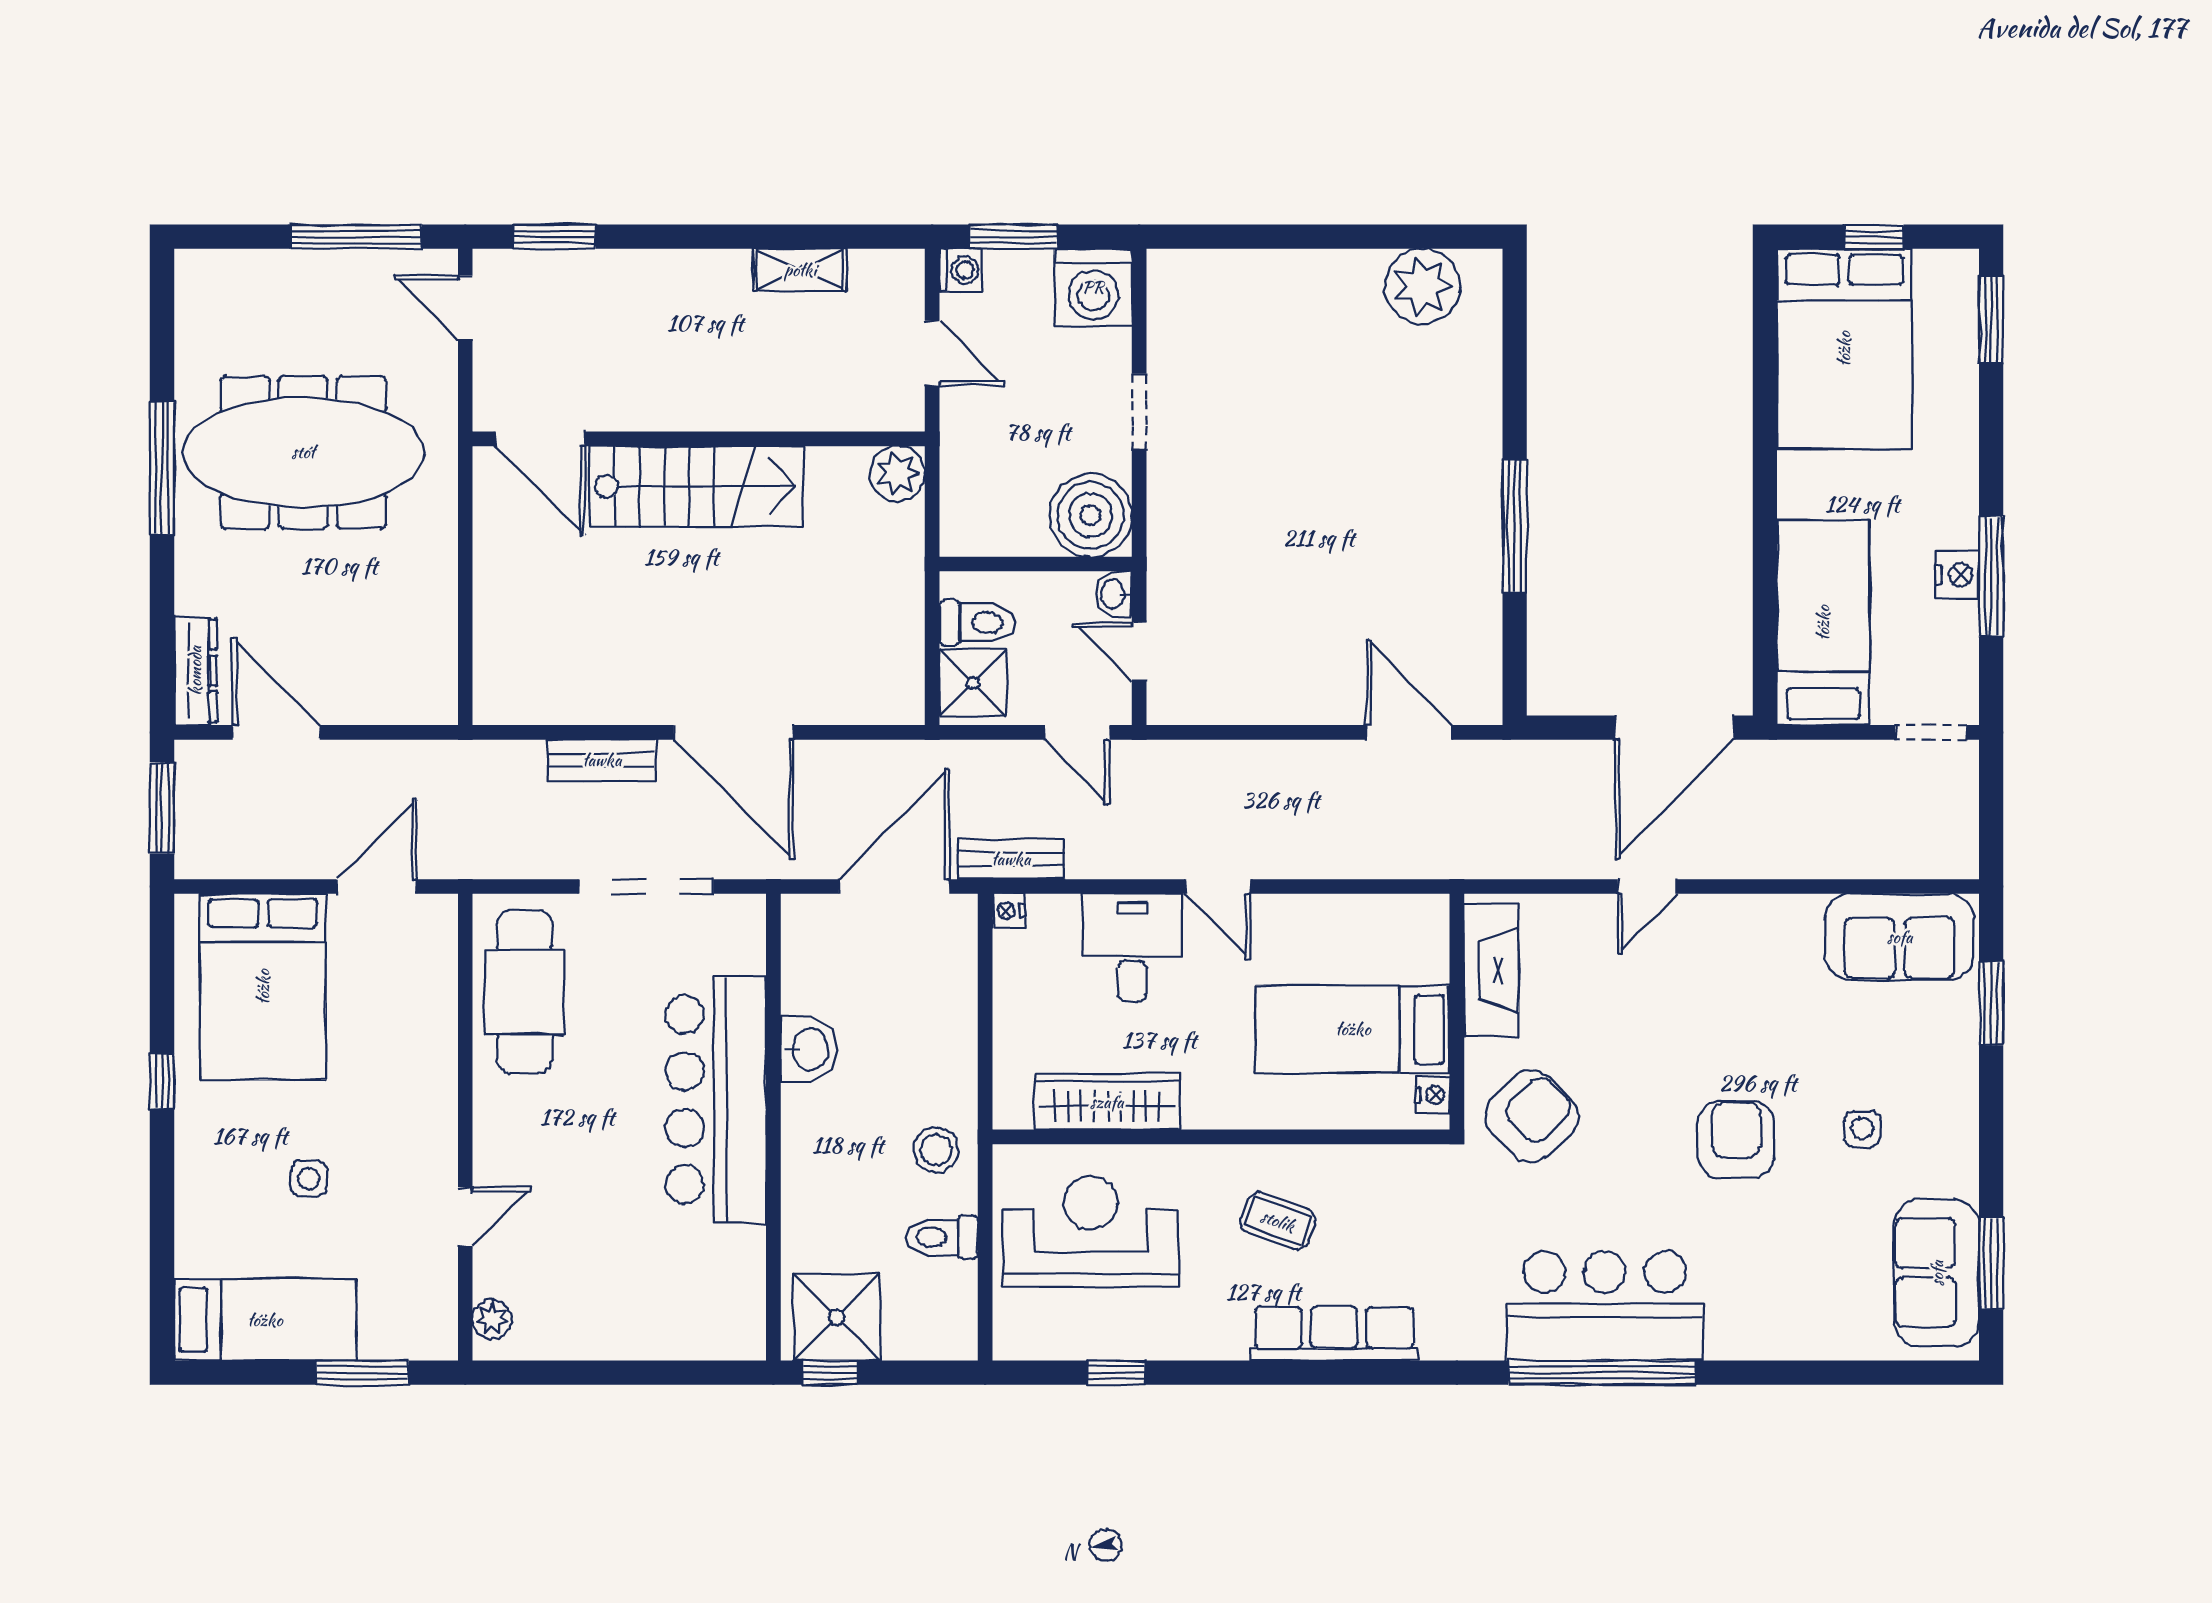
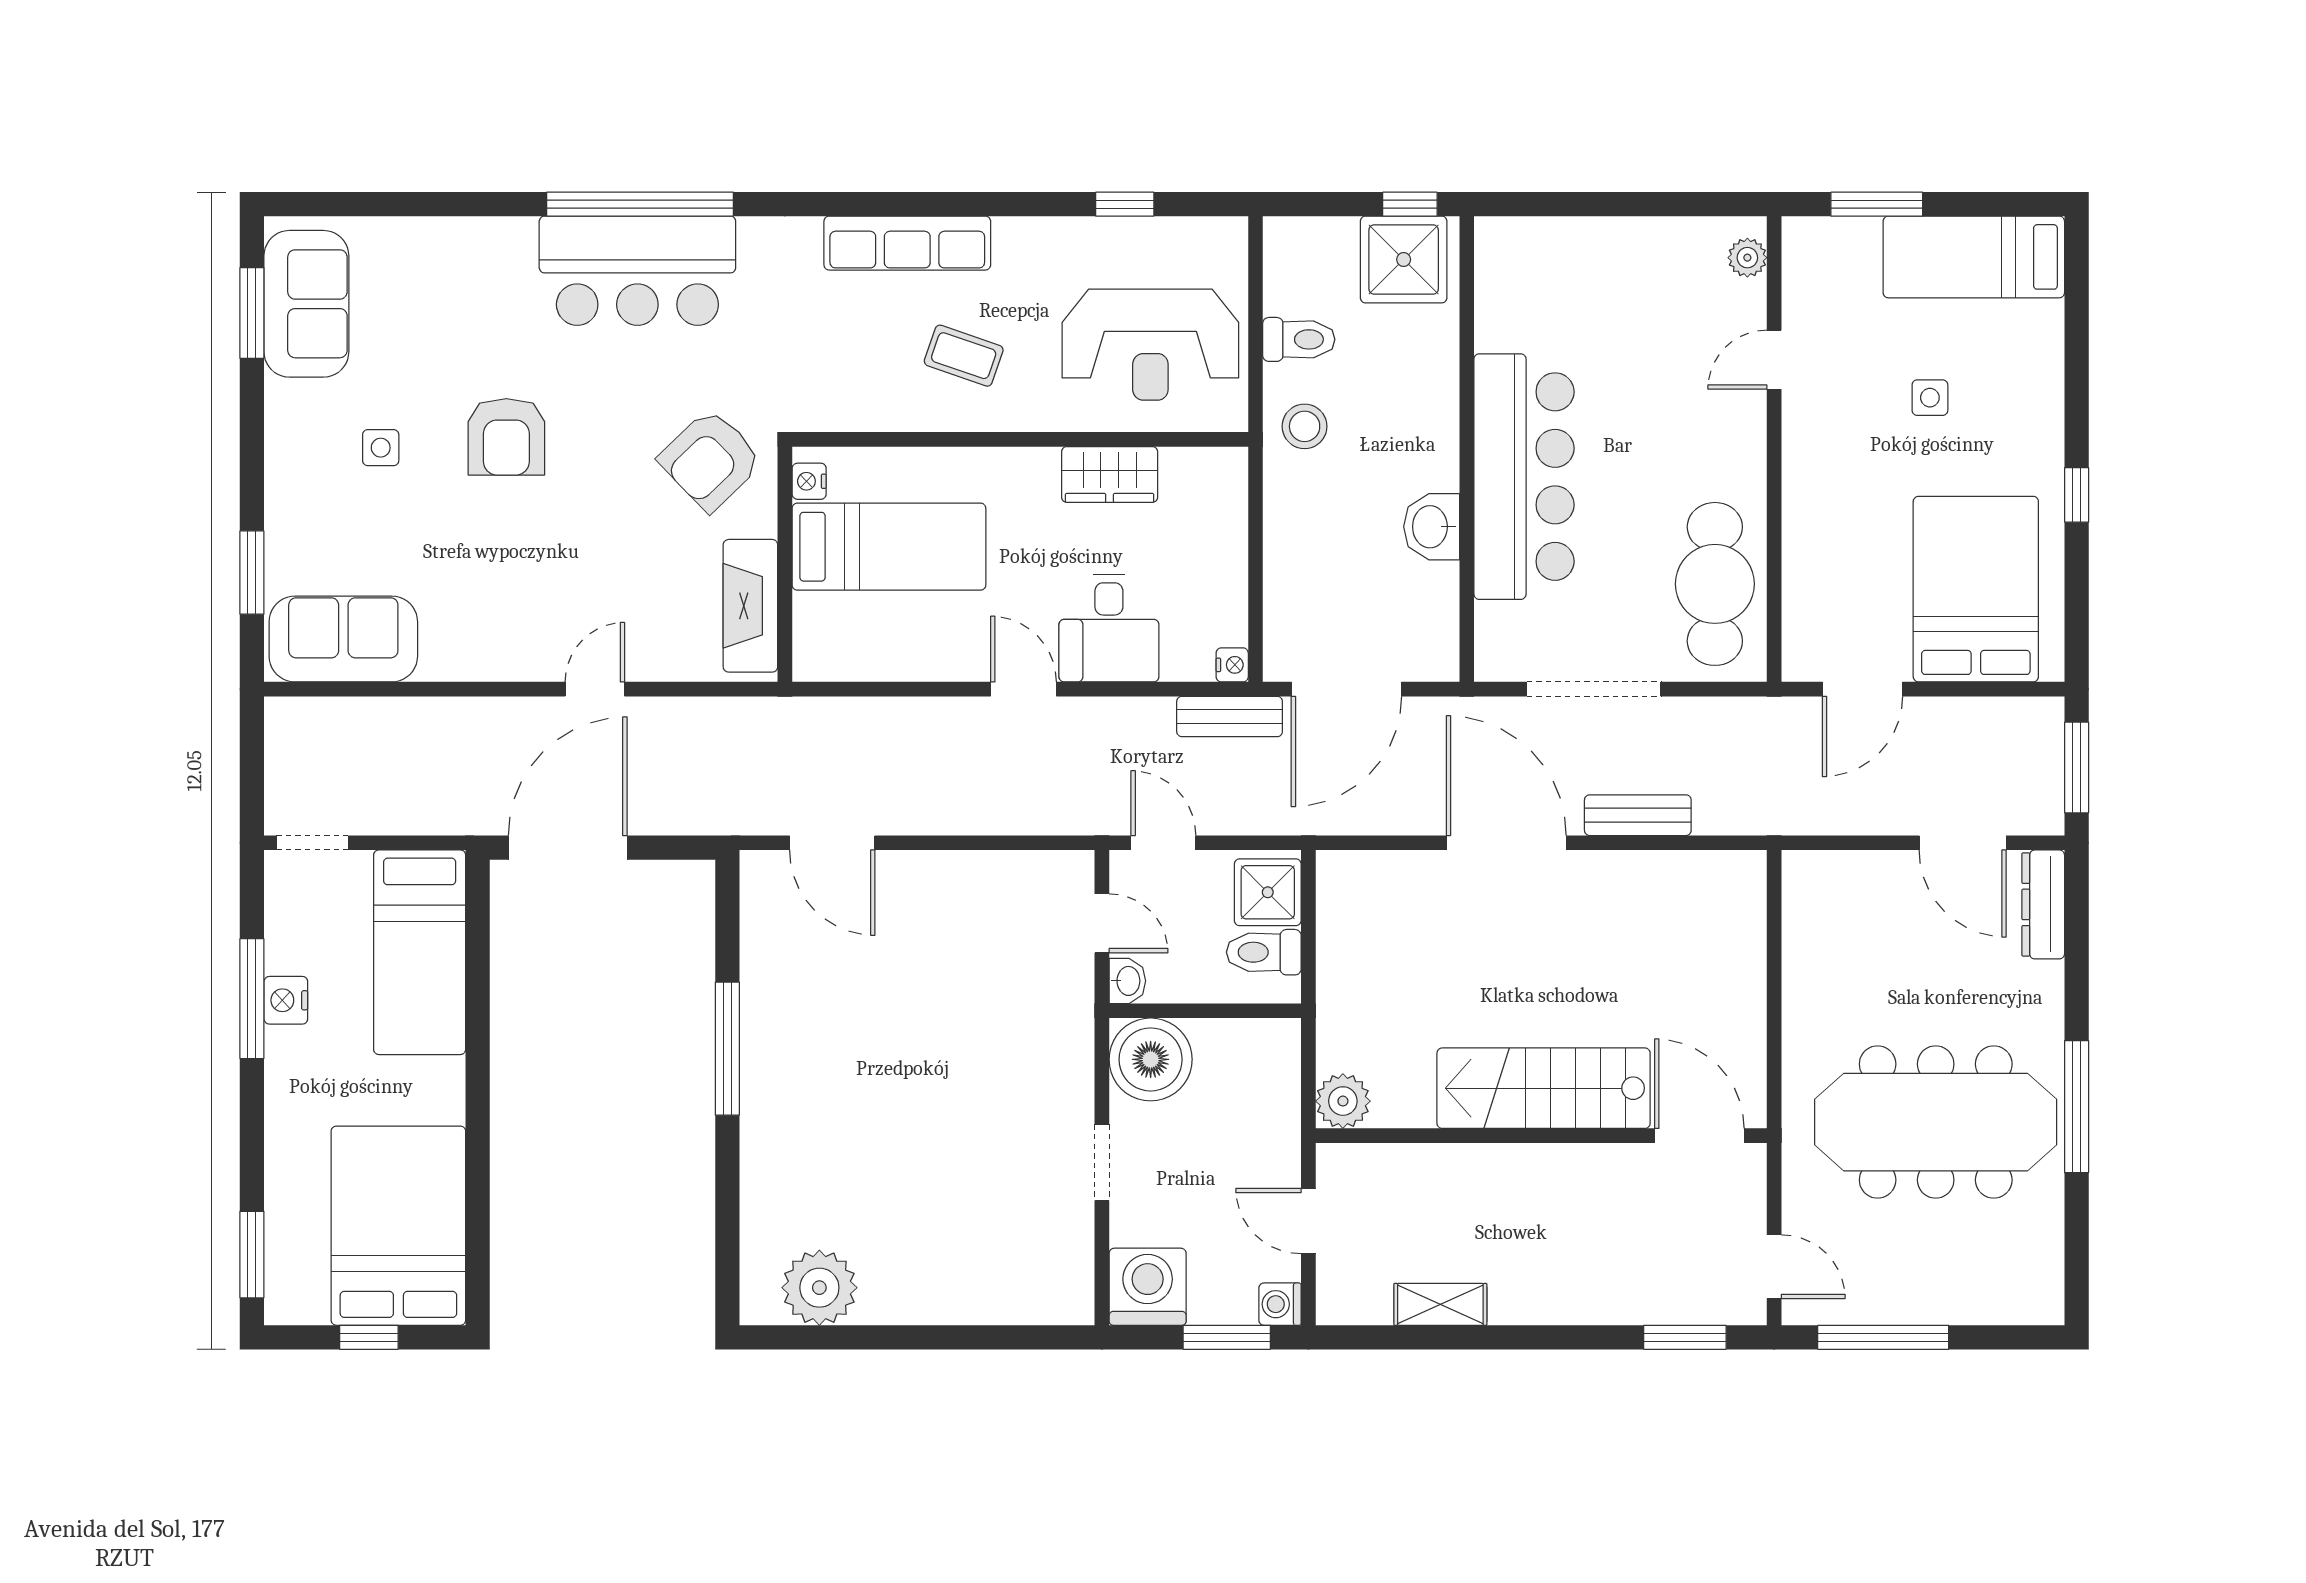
wardrobe: (1107, 1102) -> (1110, 474), width x0.67

